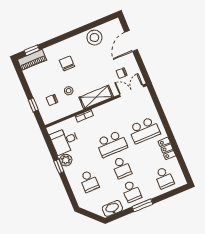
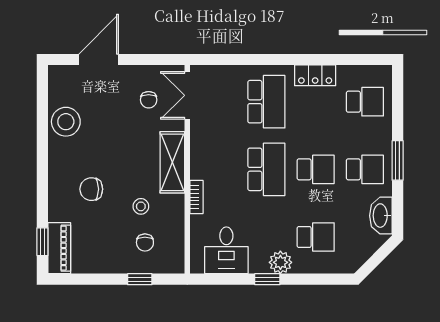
door: (131, 41) -> (99, 59), swing flipped
plant: (66, 160) -> (280, 262), moved

